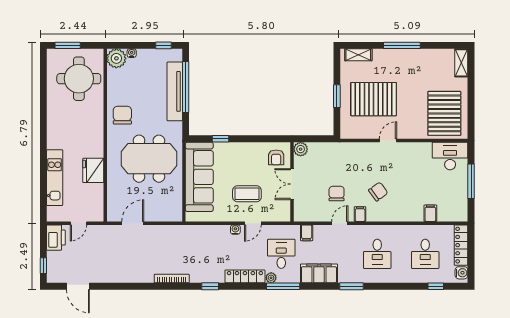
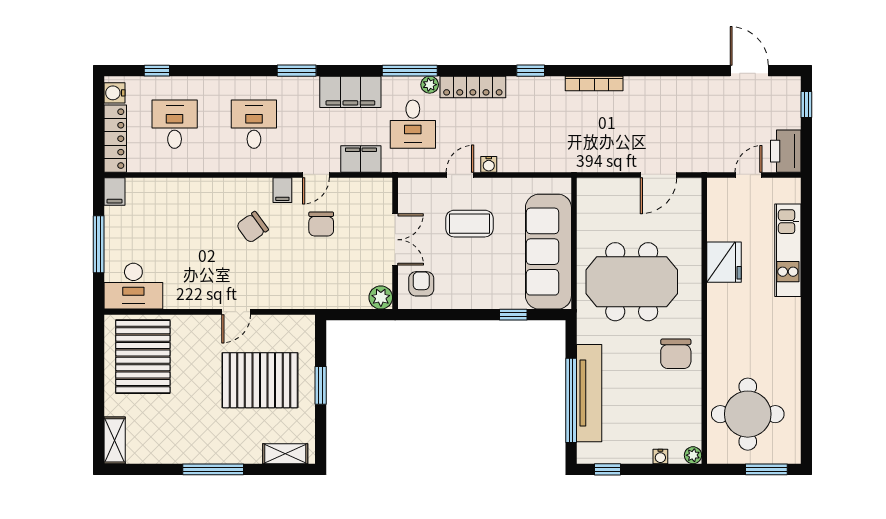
plant: (116, 58) -> (693, 455), width x0.53, depth x0.53
filing cabinet: (430, 213) -> (115, 191), moved
filing cabinet: (307, 233) -> (361, 159), width x2.00

